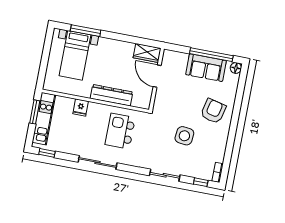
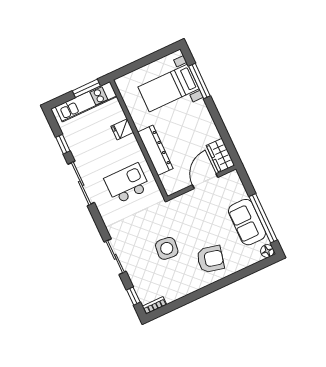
window: (47, 153) -> (63, 144), moved

